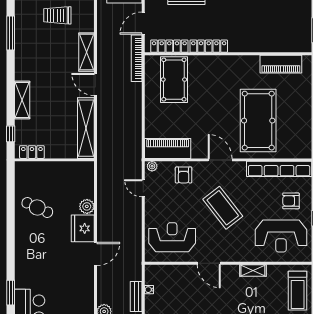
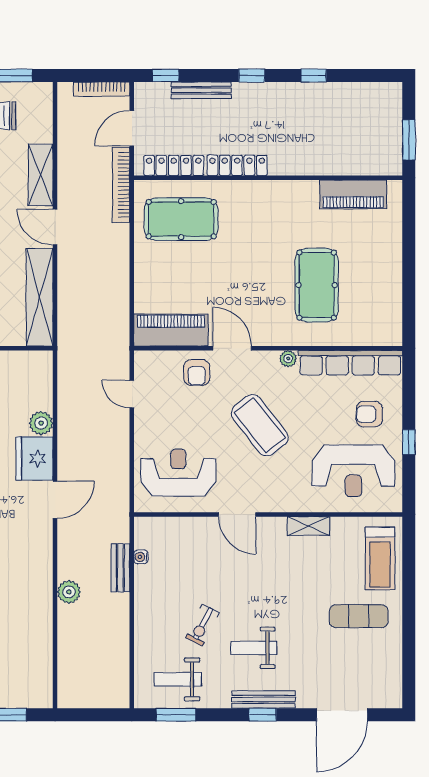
pool table: (174, 80) -> (181, 219), turned 90
pool table: (258, 121) -> (317, 285), width x0.73, depth x0.76
door: (220, 160) -> (232, 348), moved
plant: (152, 166) -> (288, 359), moved

